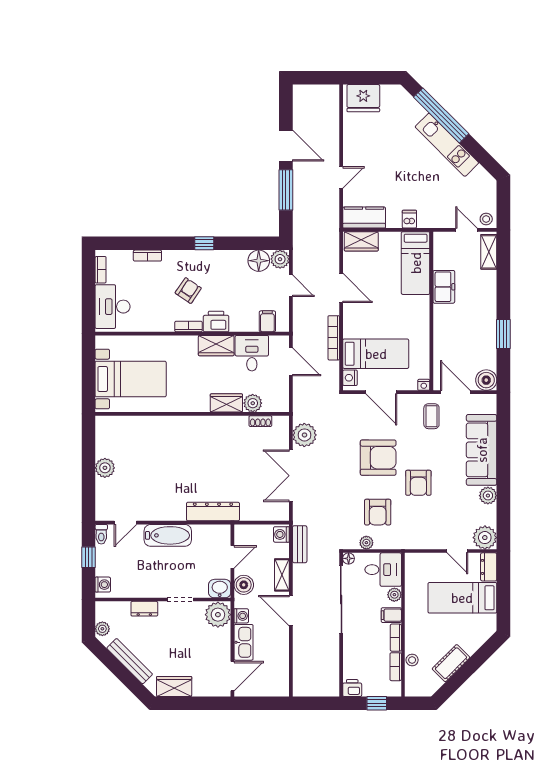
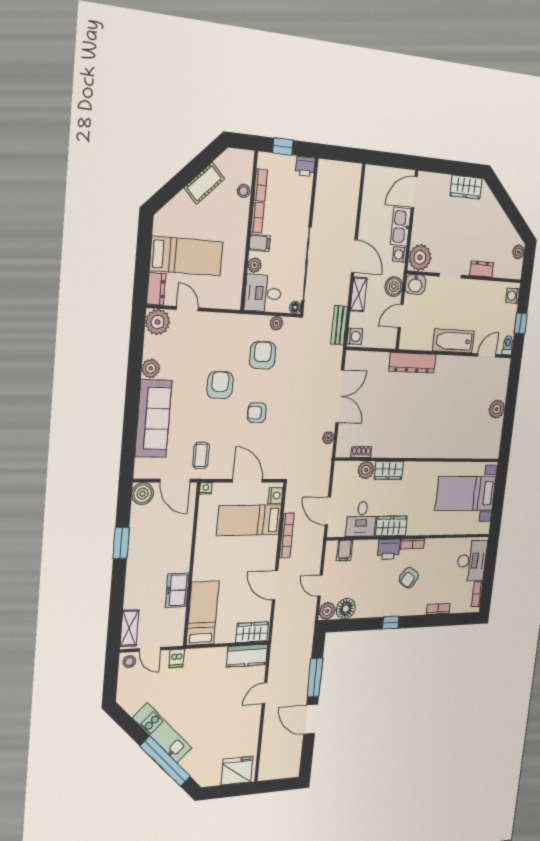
dishwasher: (409, 219) -> (177, 658), moved
plant: (304, 435) -> (328, 438), width x0.53, depth x0.53
armchair: (378, 458) -> (257, 413), width x0.53, depth x0.53
bench: (130, 661) -> (500, 217), removed

